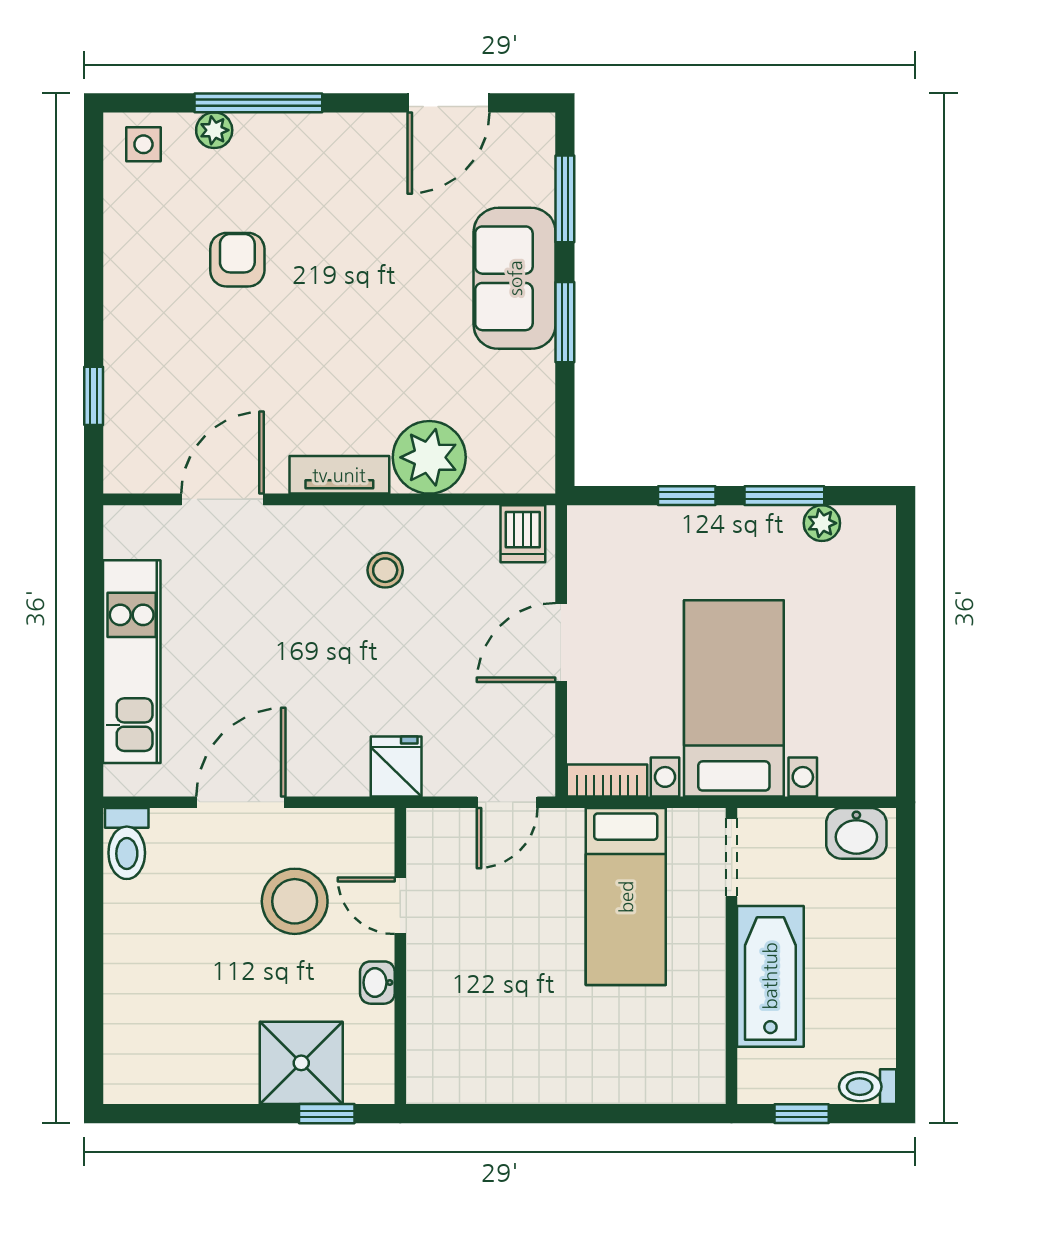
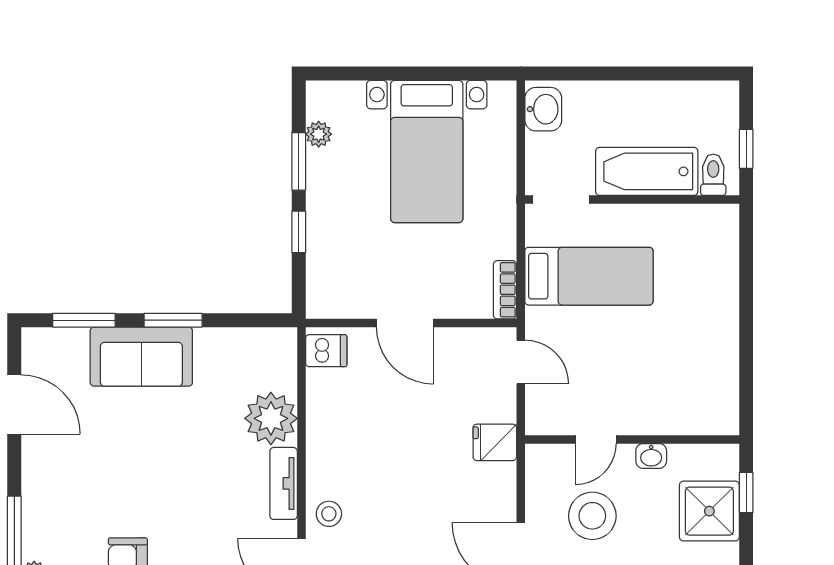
stool: (385, 570) -> (329, 514), moved
bed with nightstands: (734, 698) -> (427, 151), moved, turned -90
toilet: (868, 1087) -> (713, 175), moved, turned 180

